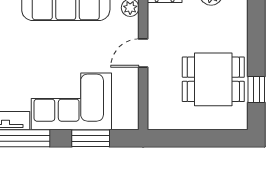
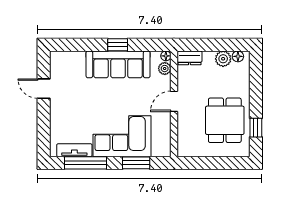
dining table: (213, 79) -> (225, 120), turned 90

